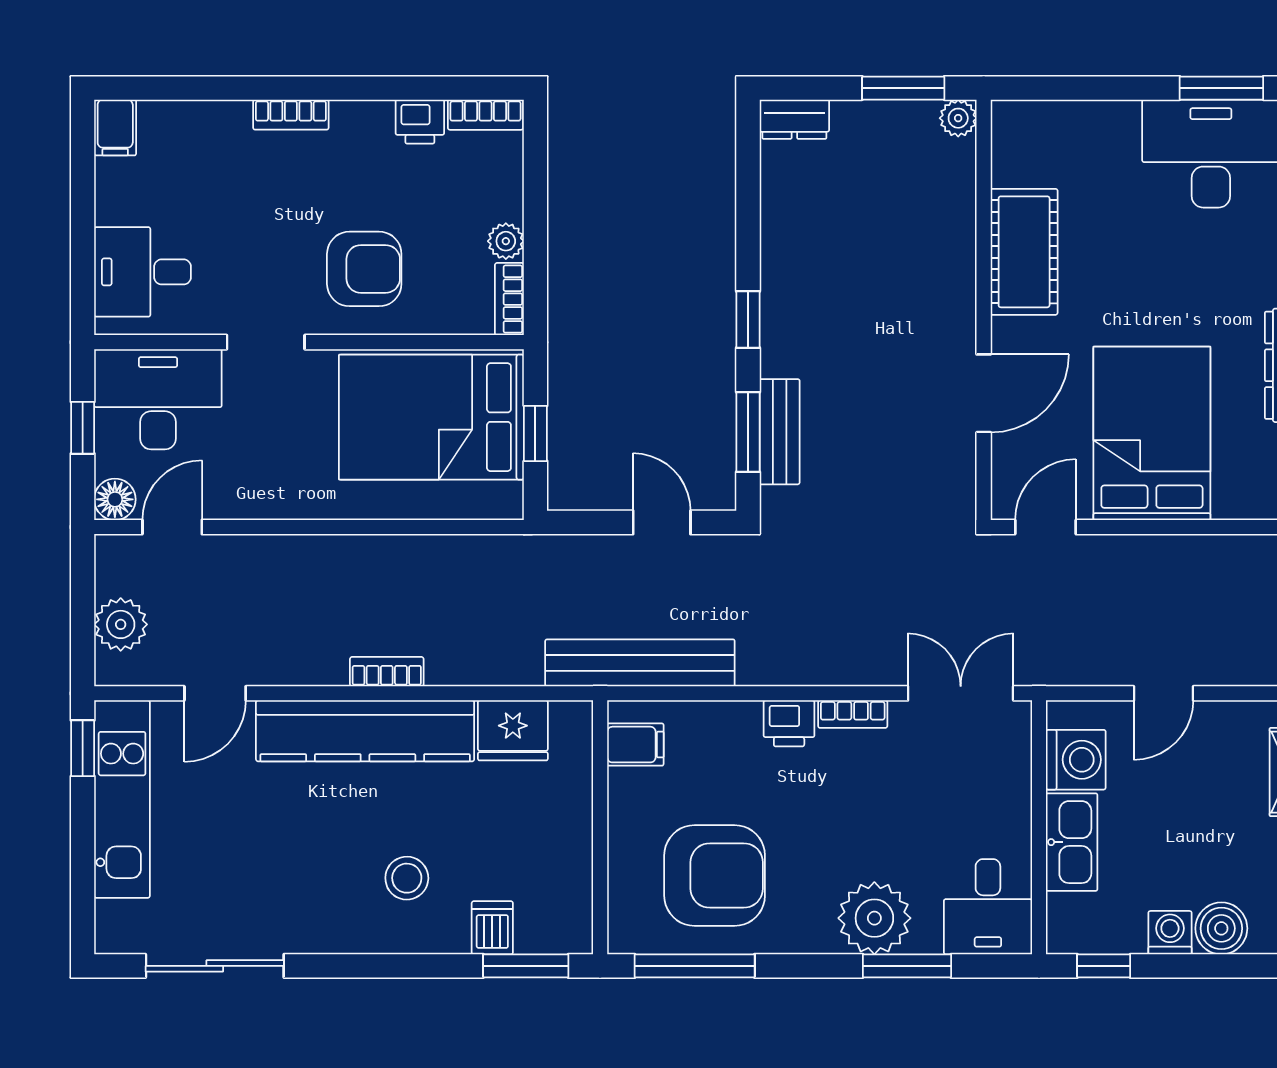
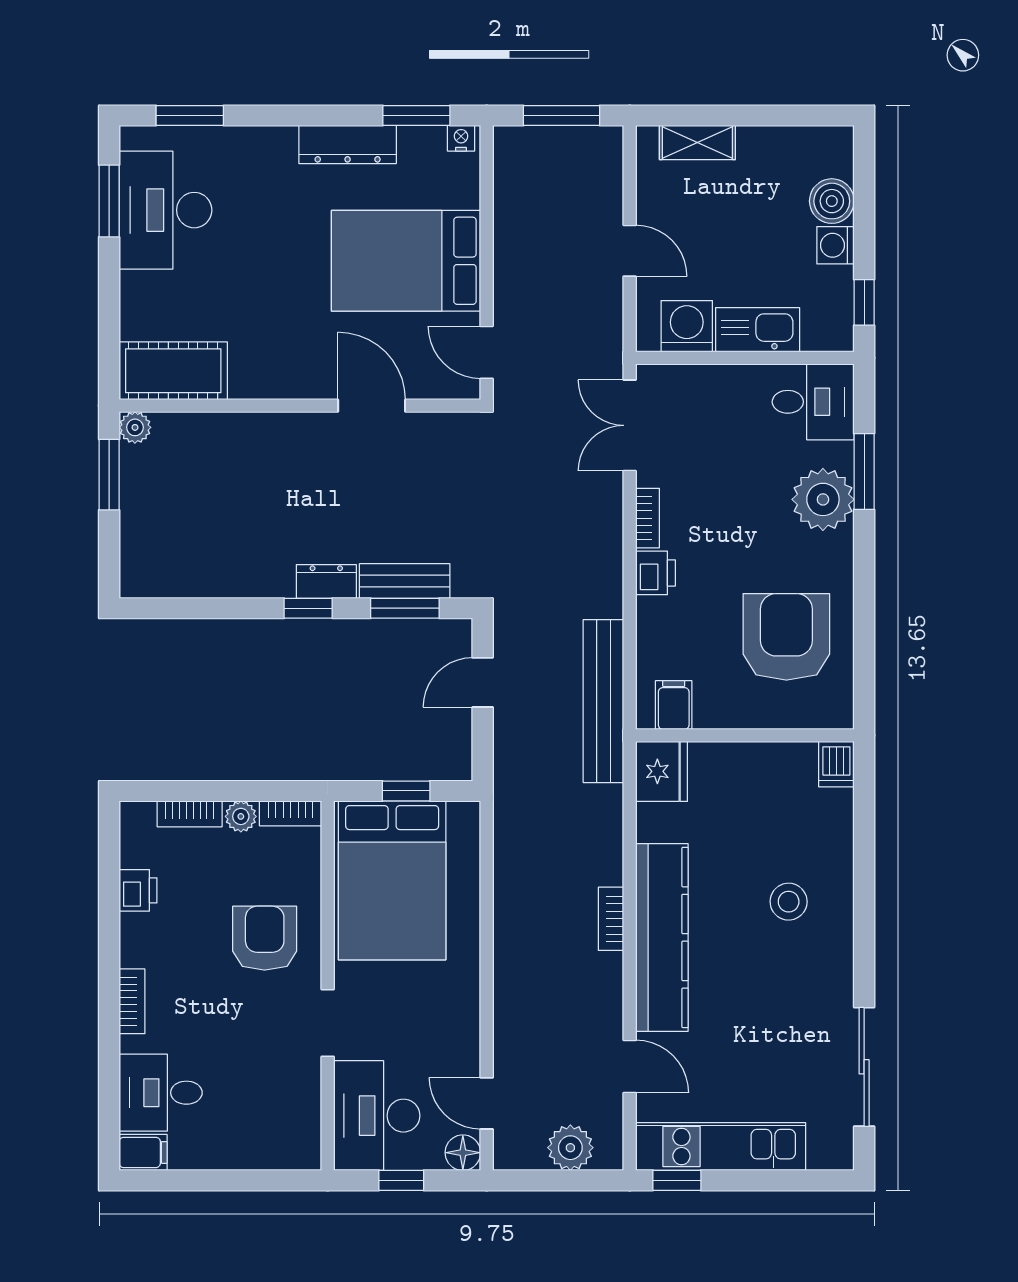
bookcase: (485, 115) -> (190, 814), moved, turned 90
dresser: (794, 119) -> (326, 581), moved, turned -90
cot: (1024, 252) -> (173, 371), moved
desk: (143, 272) -> (161, 1093), moved, turned 90
fridge: (513, 730) -> (662, 771), moved
dishwasher: (492, 928) -> (836, 764), moved, turned -90
window: (526, 966) -> (864, 799), removed
window: (695, 966) -> (864, 654), removed

